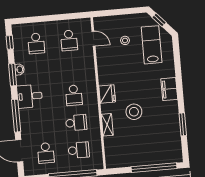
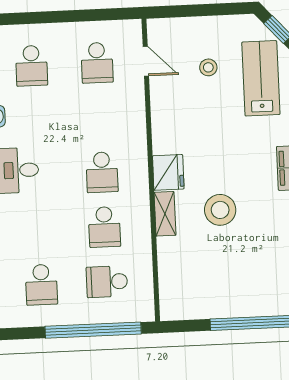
school desk: (76, 123) -> (104, 227), turned 90
shelving: (107, 125) -> (165, 214), moved
school desk: (79, 150) -> (107, 282), turned 180

